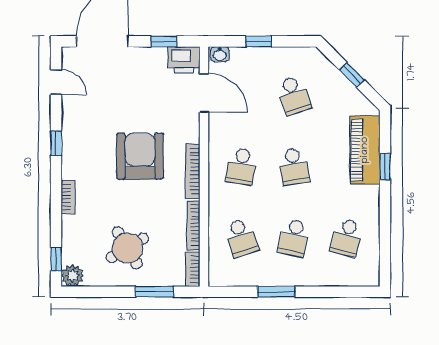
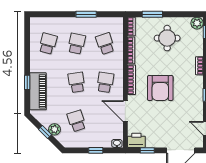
plant: (335, 80) -> (54, 129), added
door: (204, 93) -> (125, 111), moved
round table: (127, 248) -> (167, 38), turned 31

